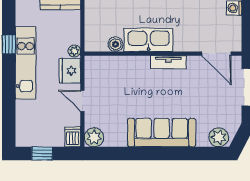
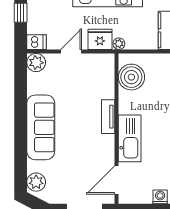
kitchen sink: (149, 40) -> (130, 138), moved
boiler: (116, 44) -> (131, 77), width x1.86, depth x1.86
tv unit: (168, 62) -> (108, 117), moved

